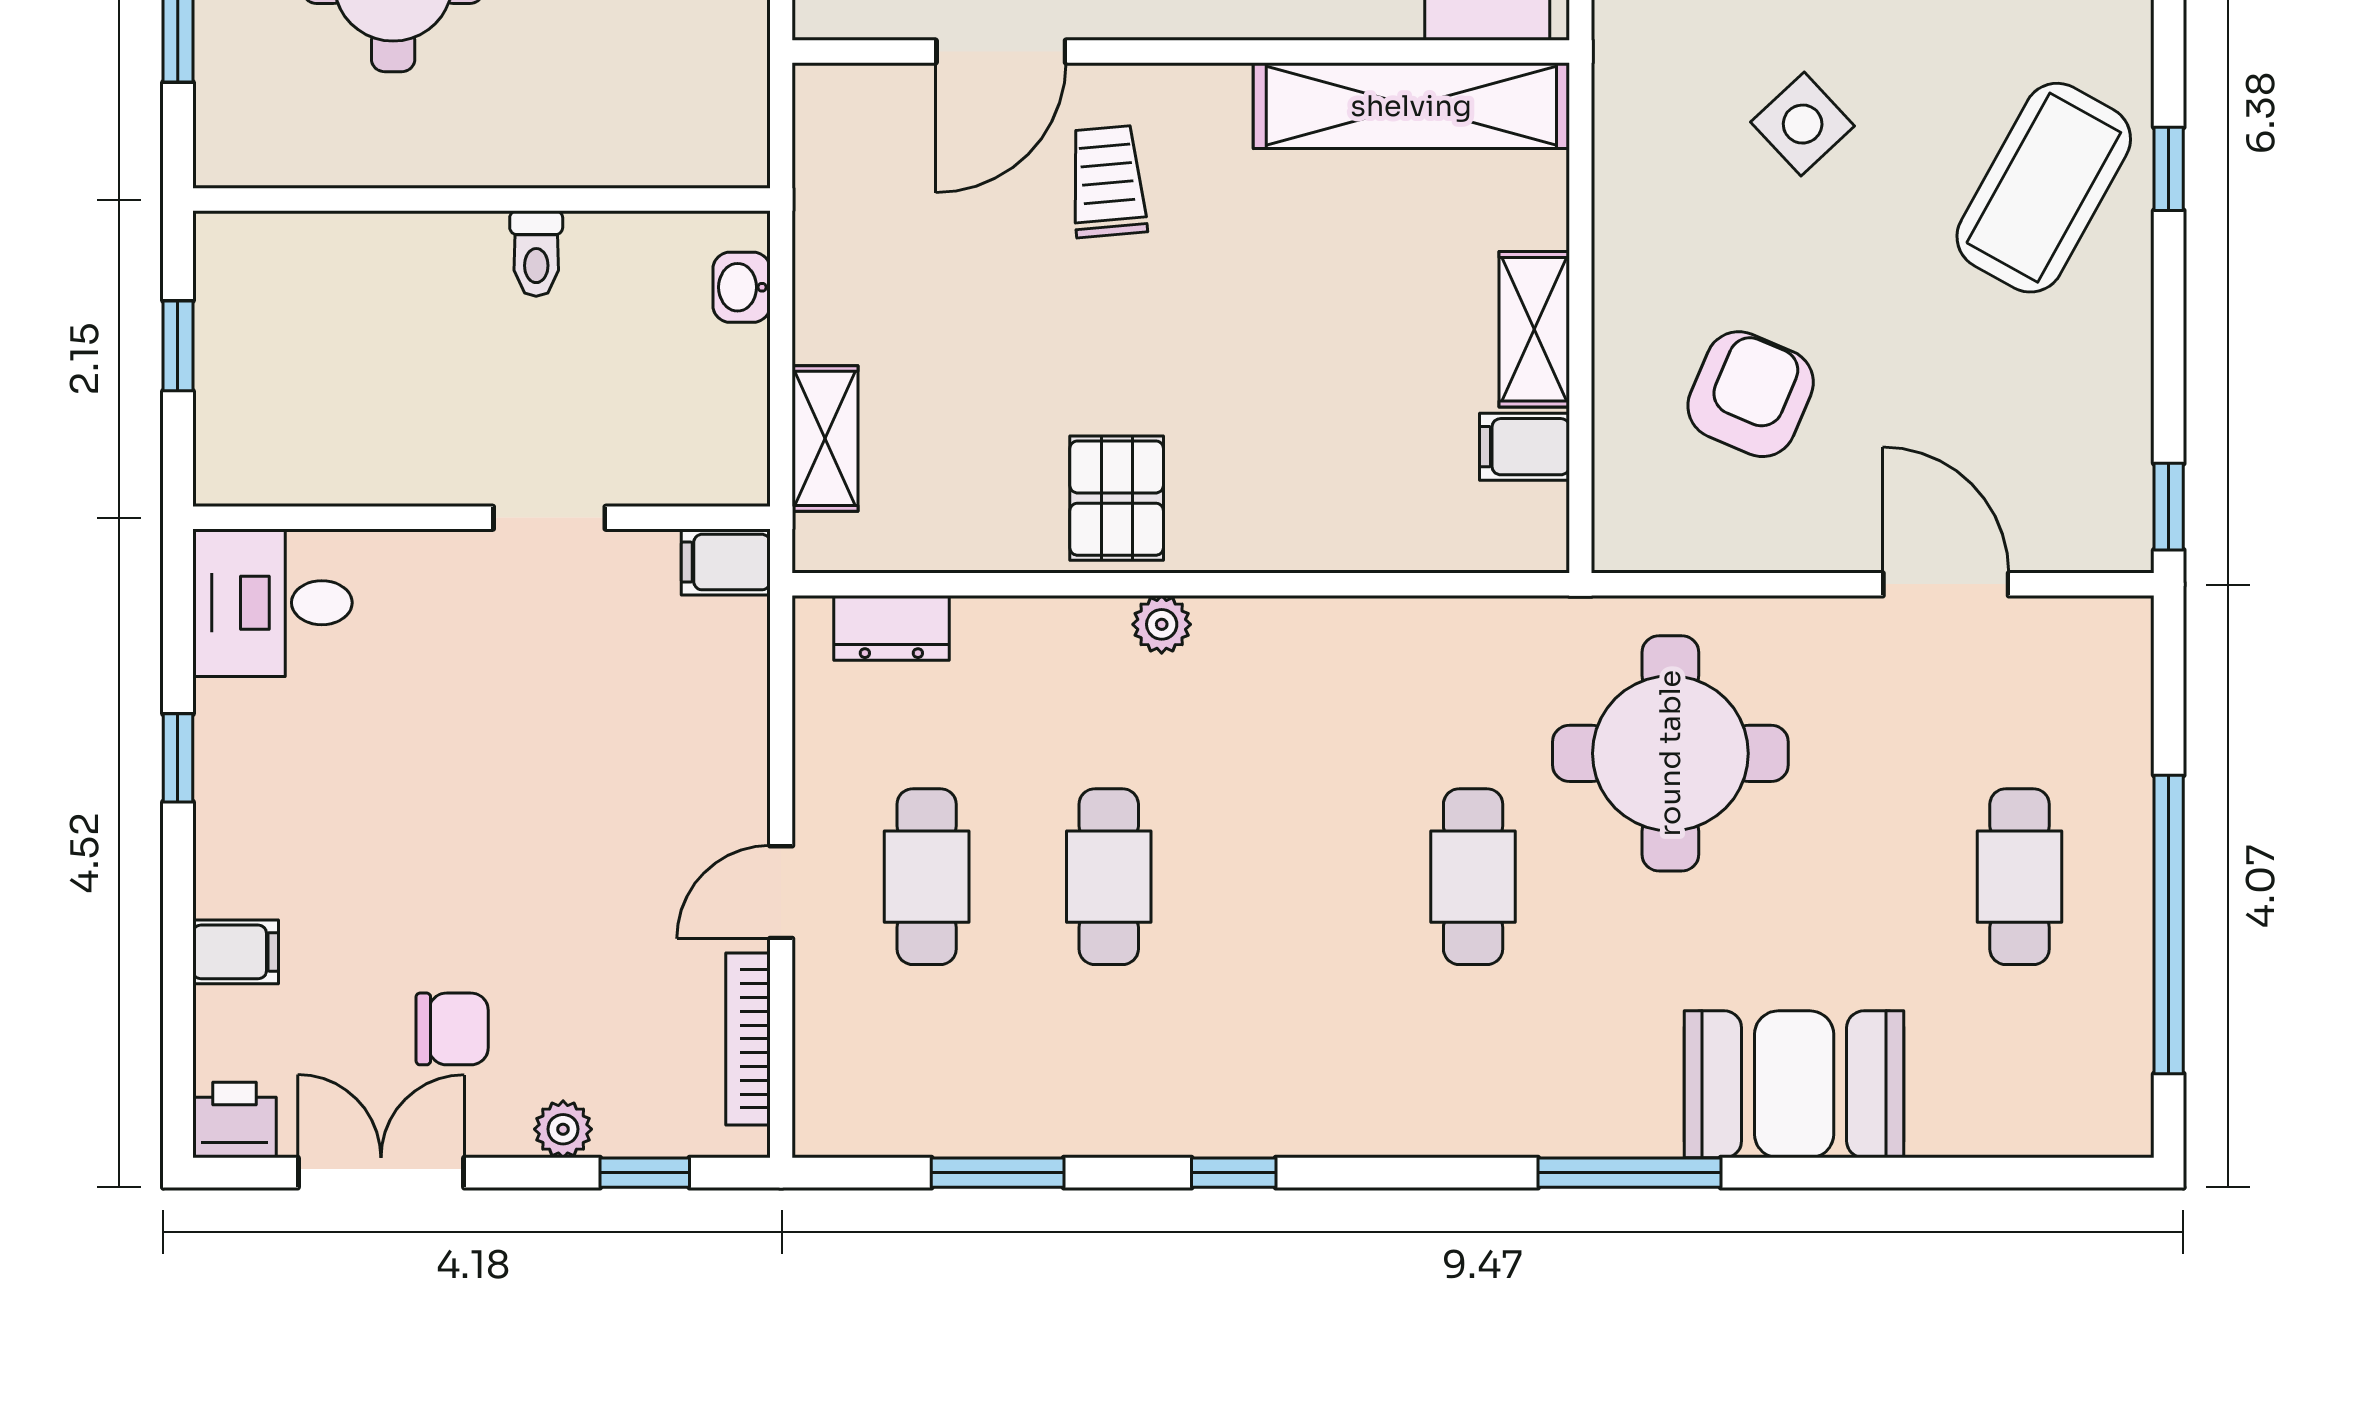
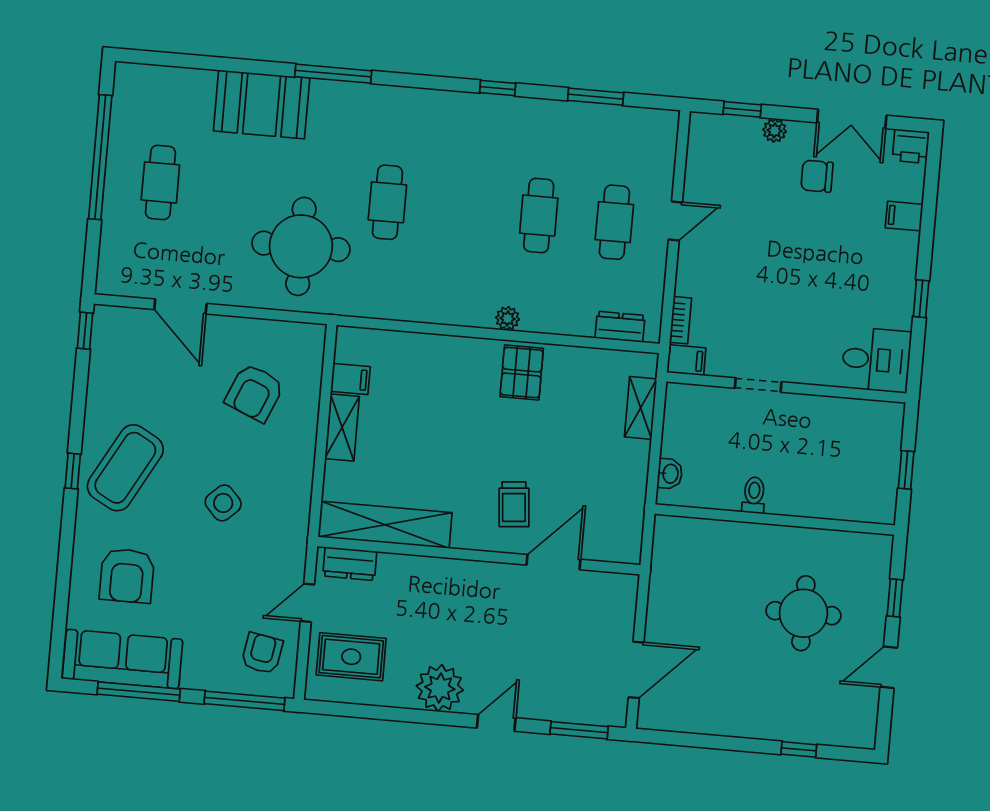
bookcase: (748, 1039) -> (681, 320), moved, width x0.64

